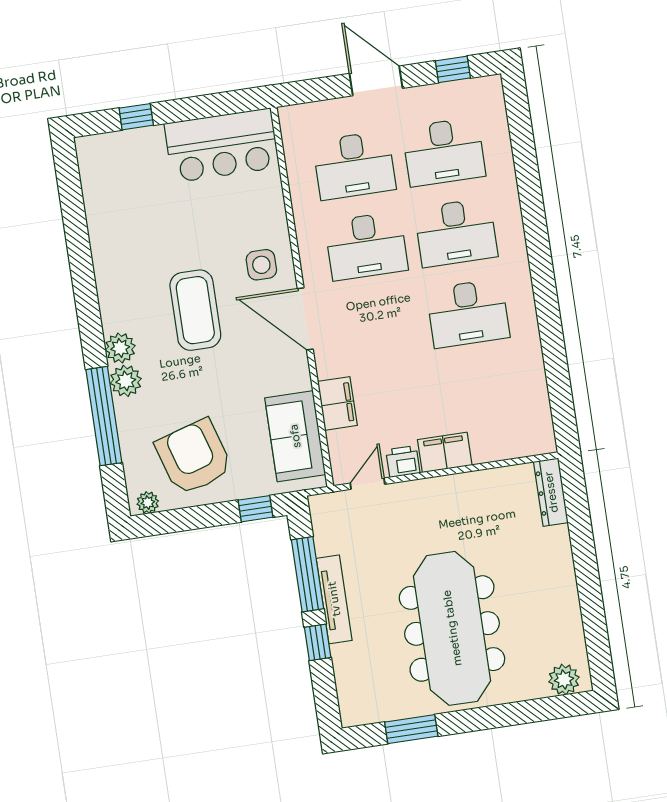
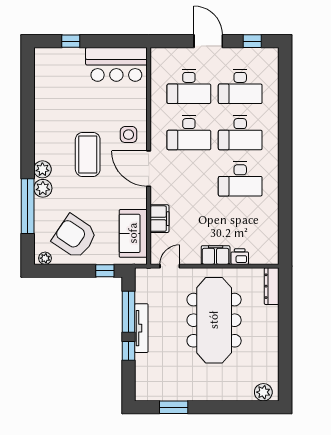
armchair: (194, 457) -> (75, 237), turned -39
printer: (403, 461) -> (240, 257), moved
meeting table: (452, 628) -> (214, 320), moved

